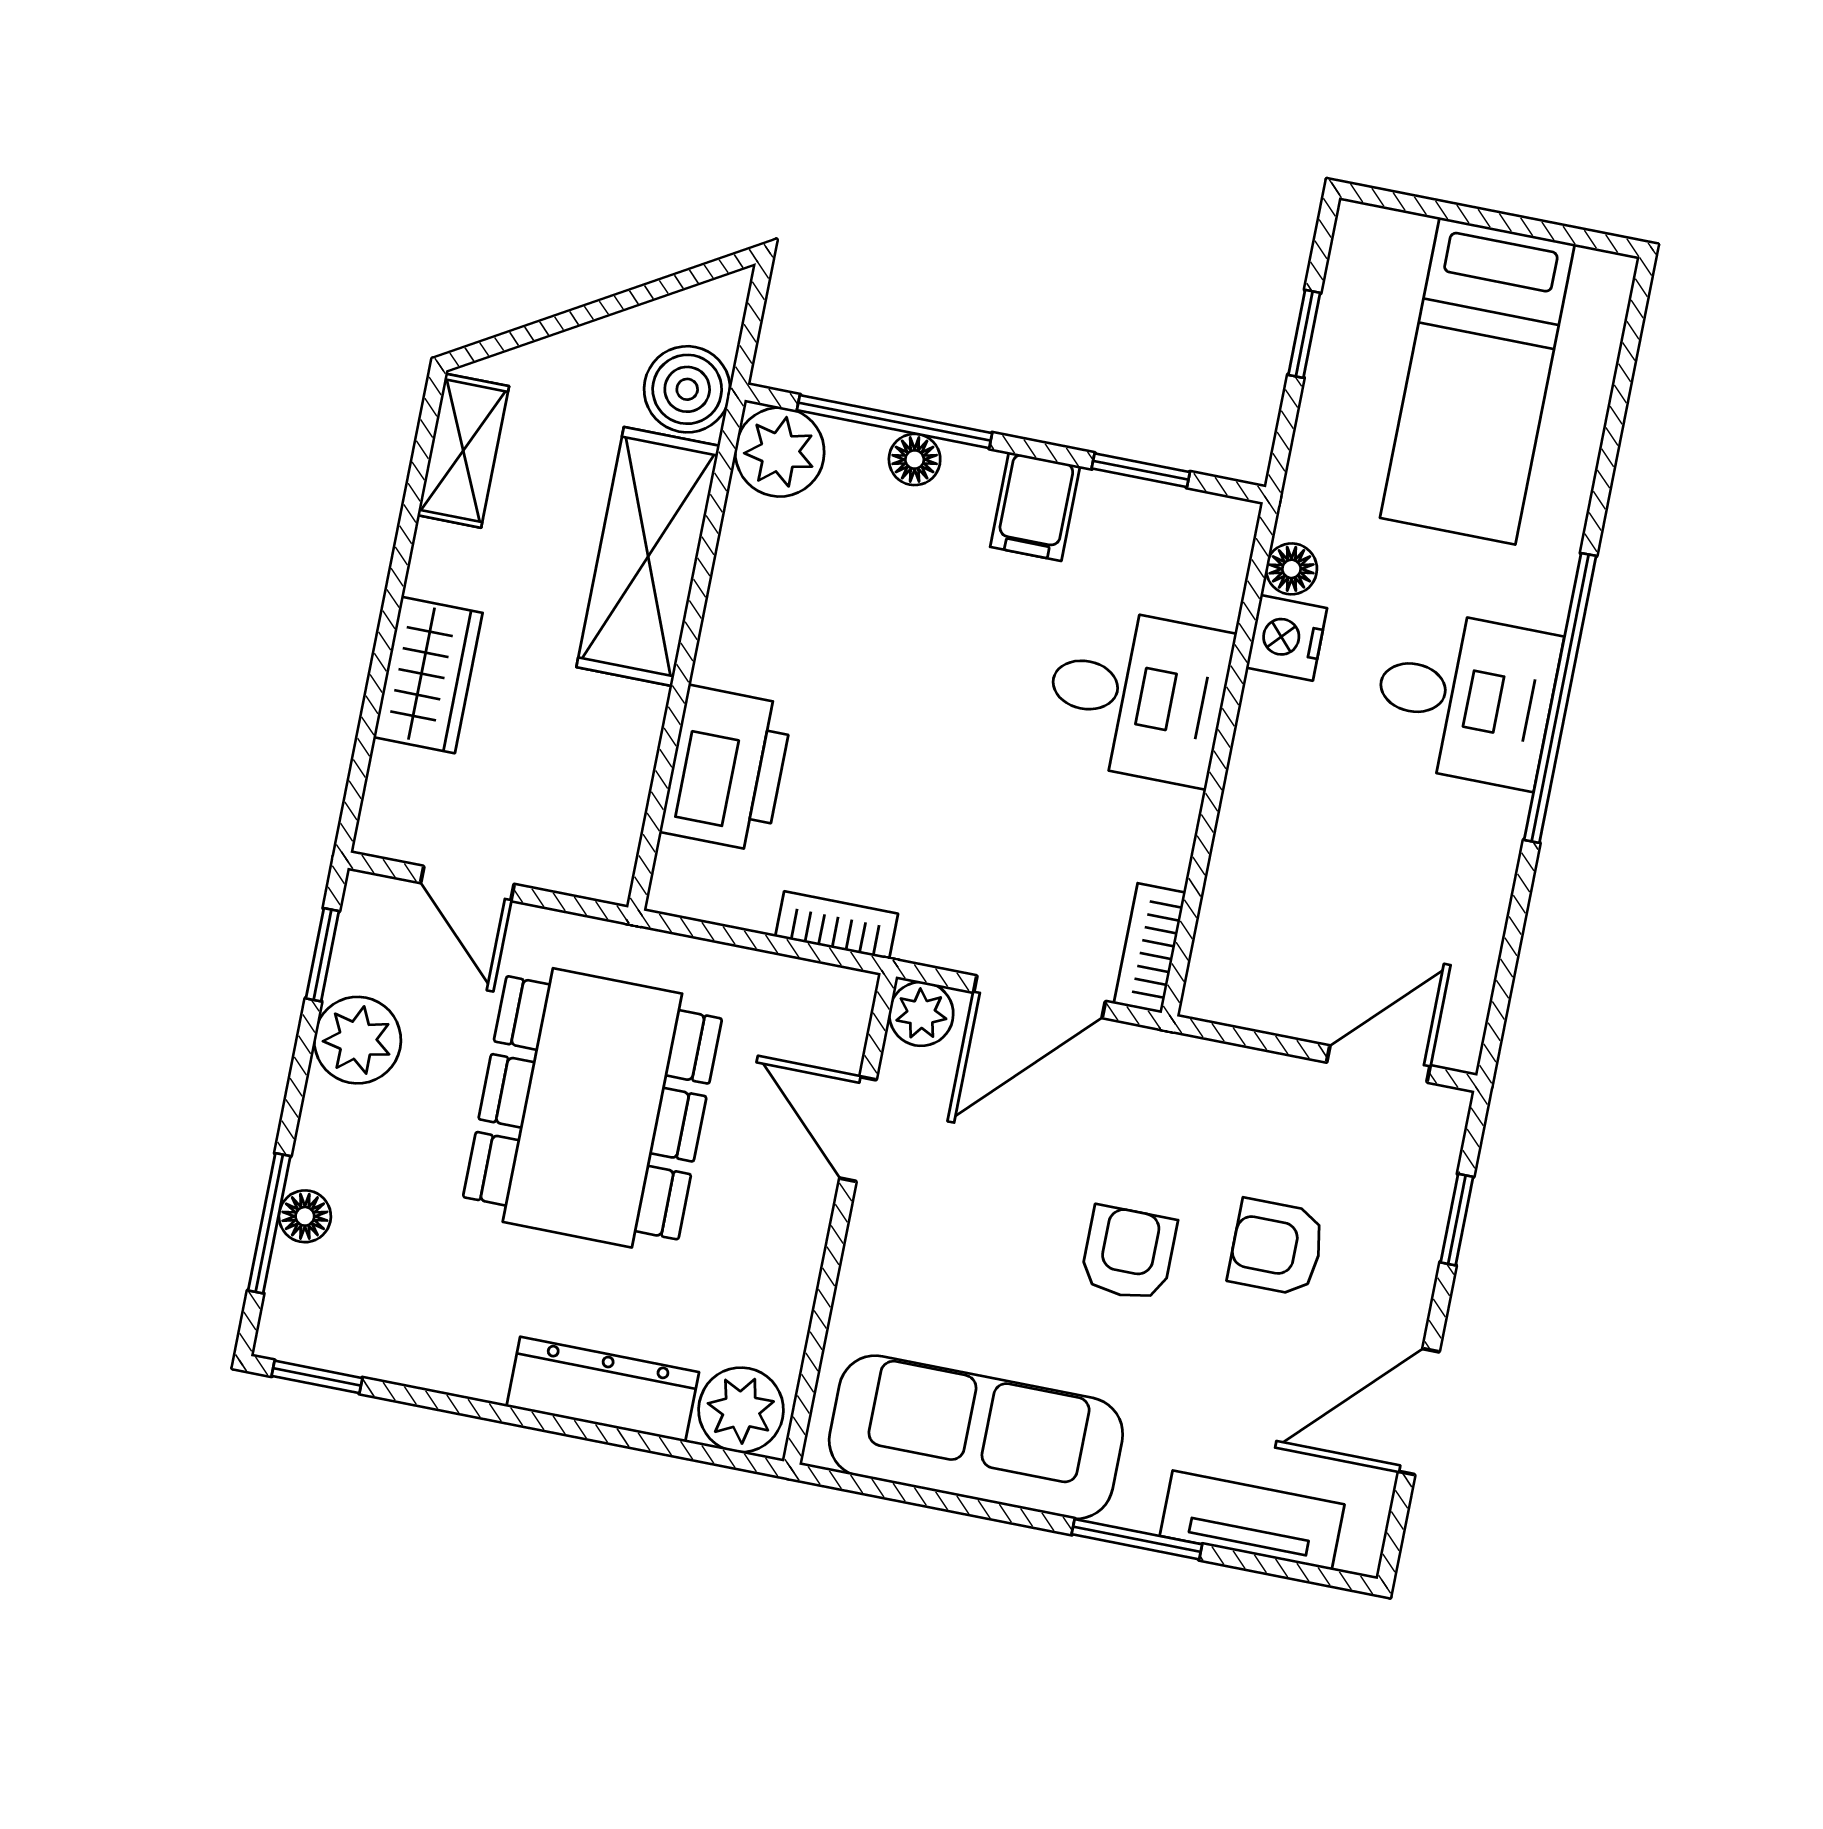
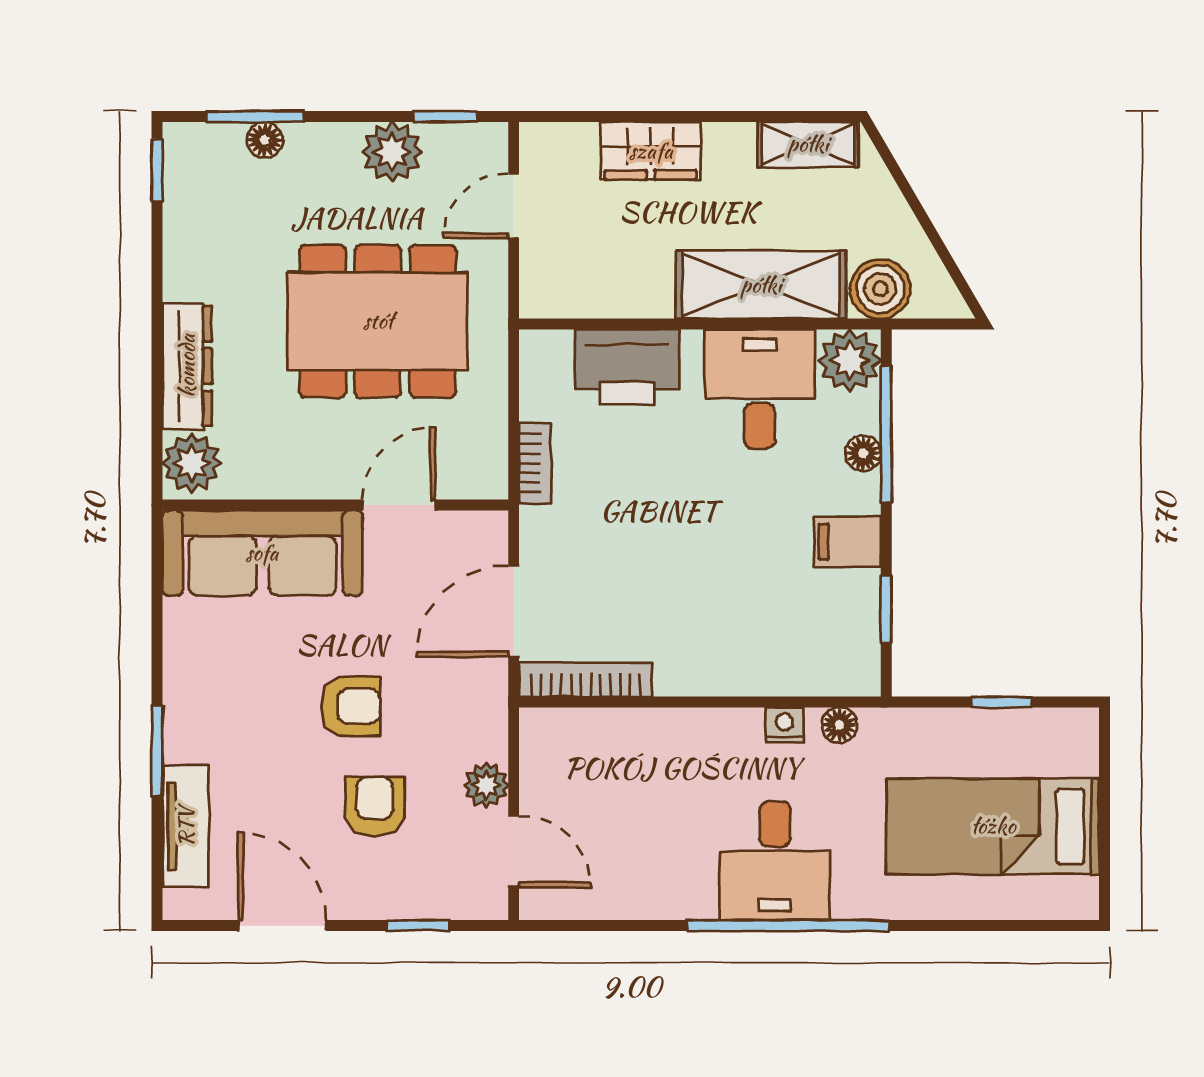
nightstand: (1287, 638) -> (785, 725), width x0.72, depth x0.74
desk: (1138, 695) -> (760, 389), moved, turned 180
bookcase: (1150, 948) -> (586, 680), width x1.56
door: (1040, 997) -> (514, 611), hinge flipped
plant: (921, 1014) -> (486, 785), moved
sofa: (976, 1437) -> (262, 553), moved, turned 90

